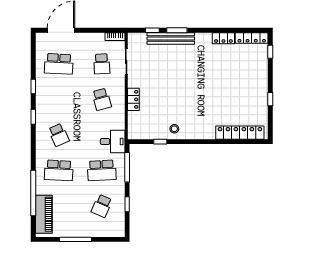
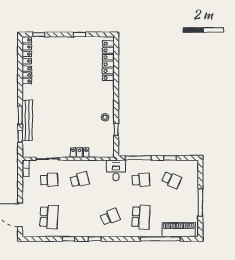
school desk: (102, 170) -> (141, 180), width x0.54

